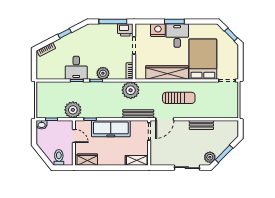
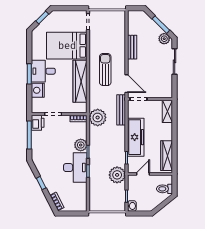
desk: (76, 68) -> (75, 168), width x1.37
wardrobe: (87, 160) -> (167, 156), width x1.50

